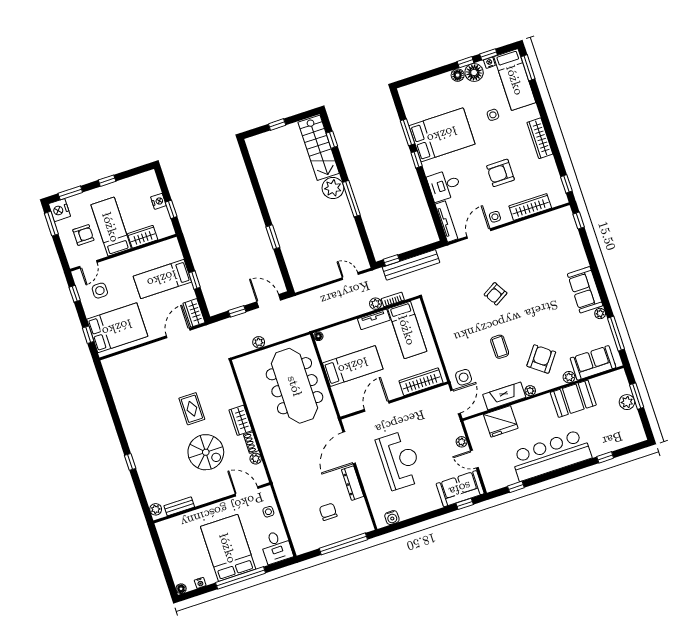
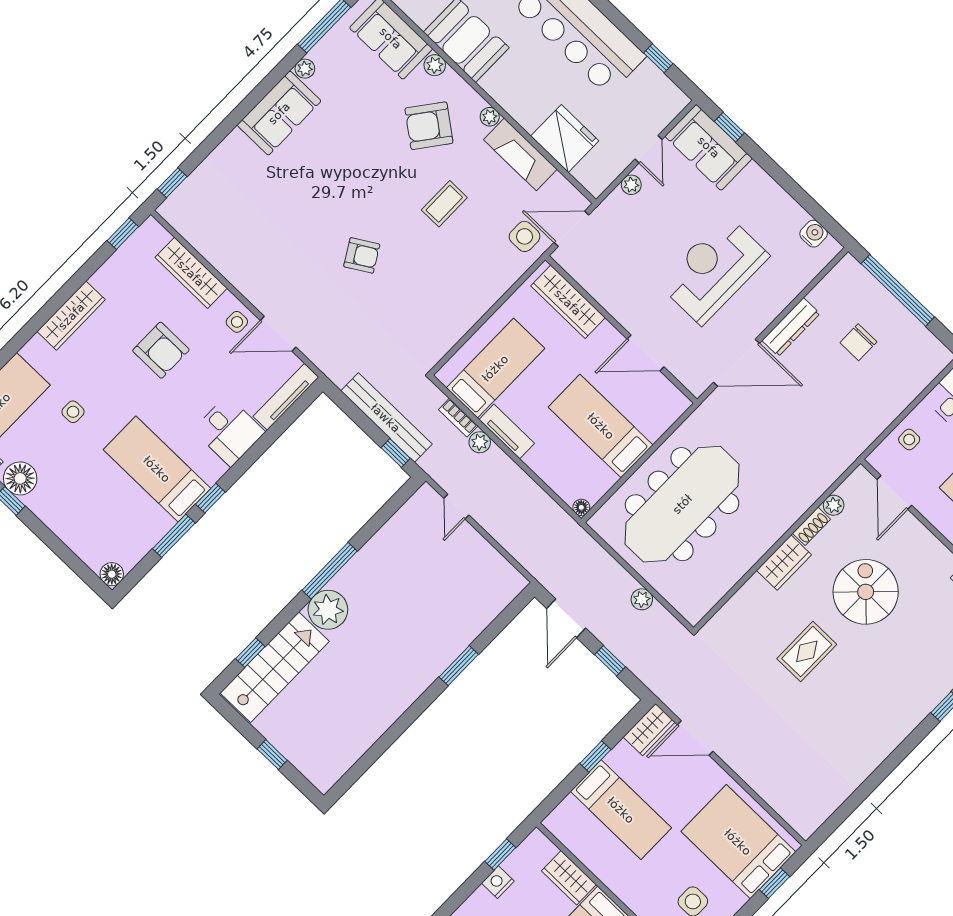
floor lamp: (458, 75) -> (112, 574), moved
bed: (442, 135) -> (157, 469), width x0.67

